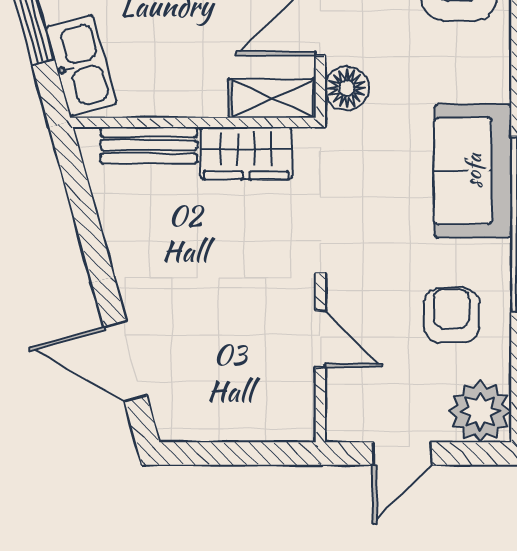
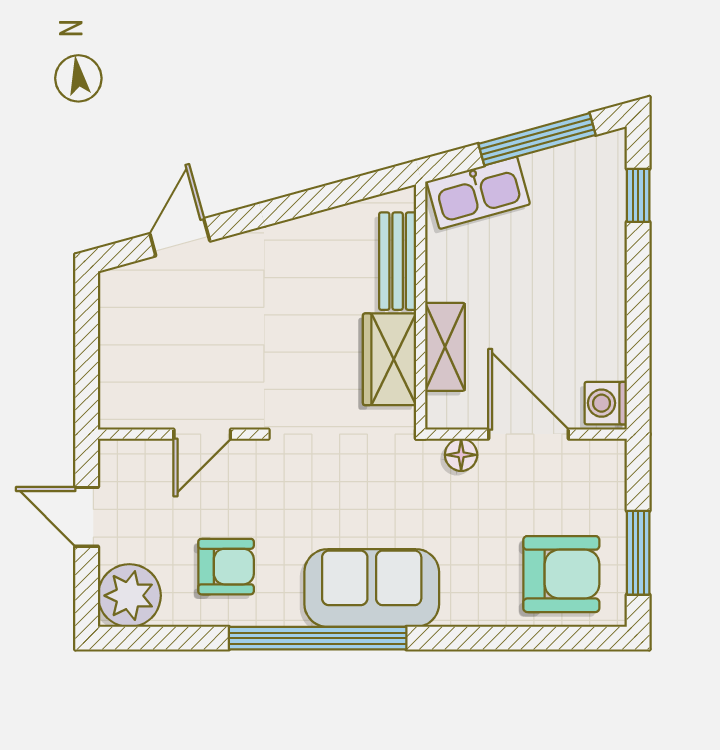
floor lamp: (347, 88) -> (461, 455), width x0.73, depth x0.73
shelving: (272, 98) -> (445, 347), moved
door: (125, 361) -> (180, 237), width x0.73

